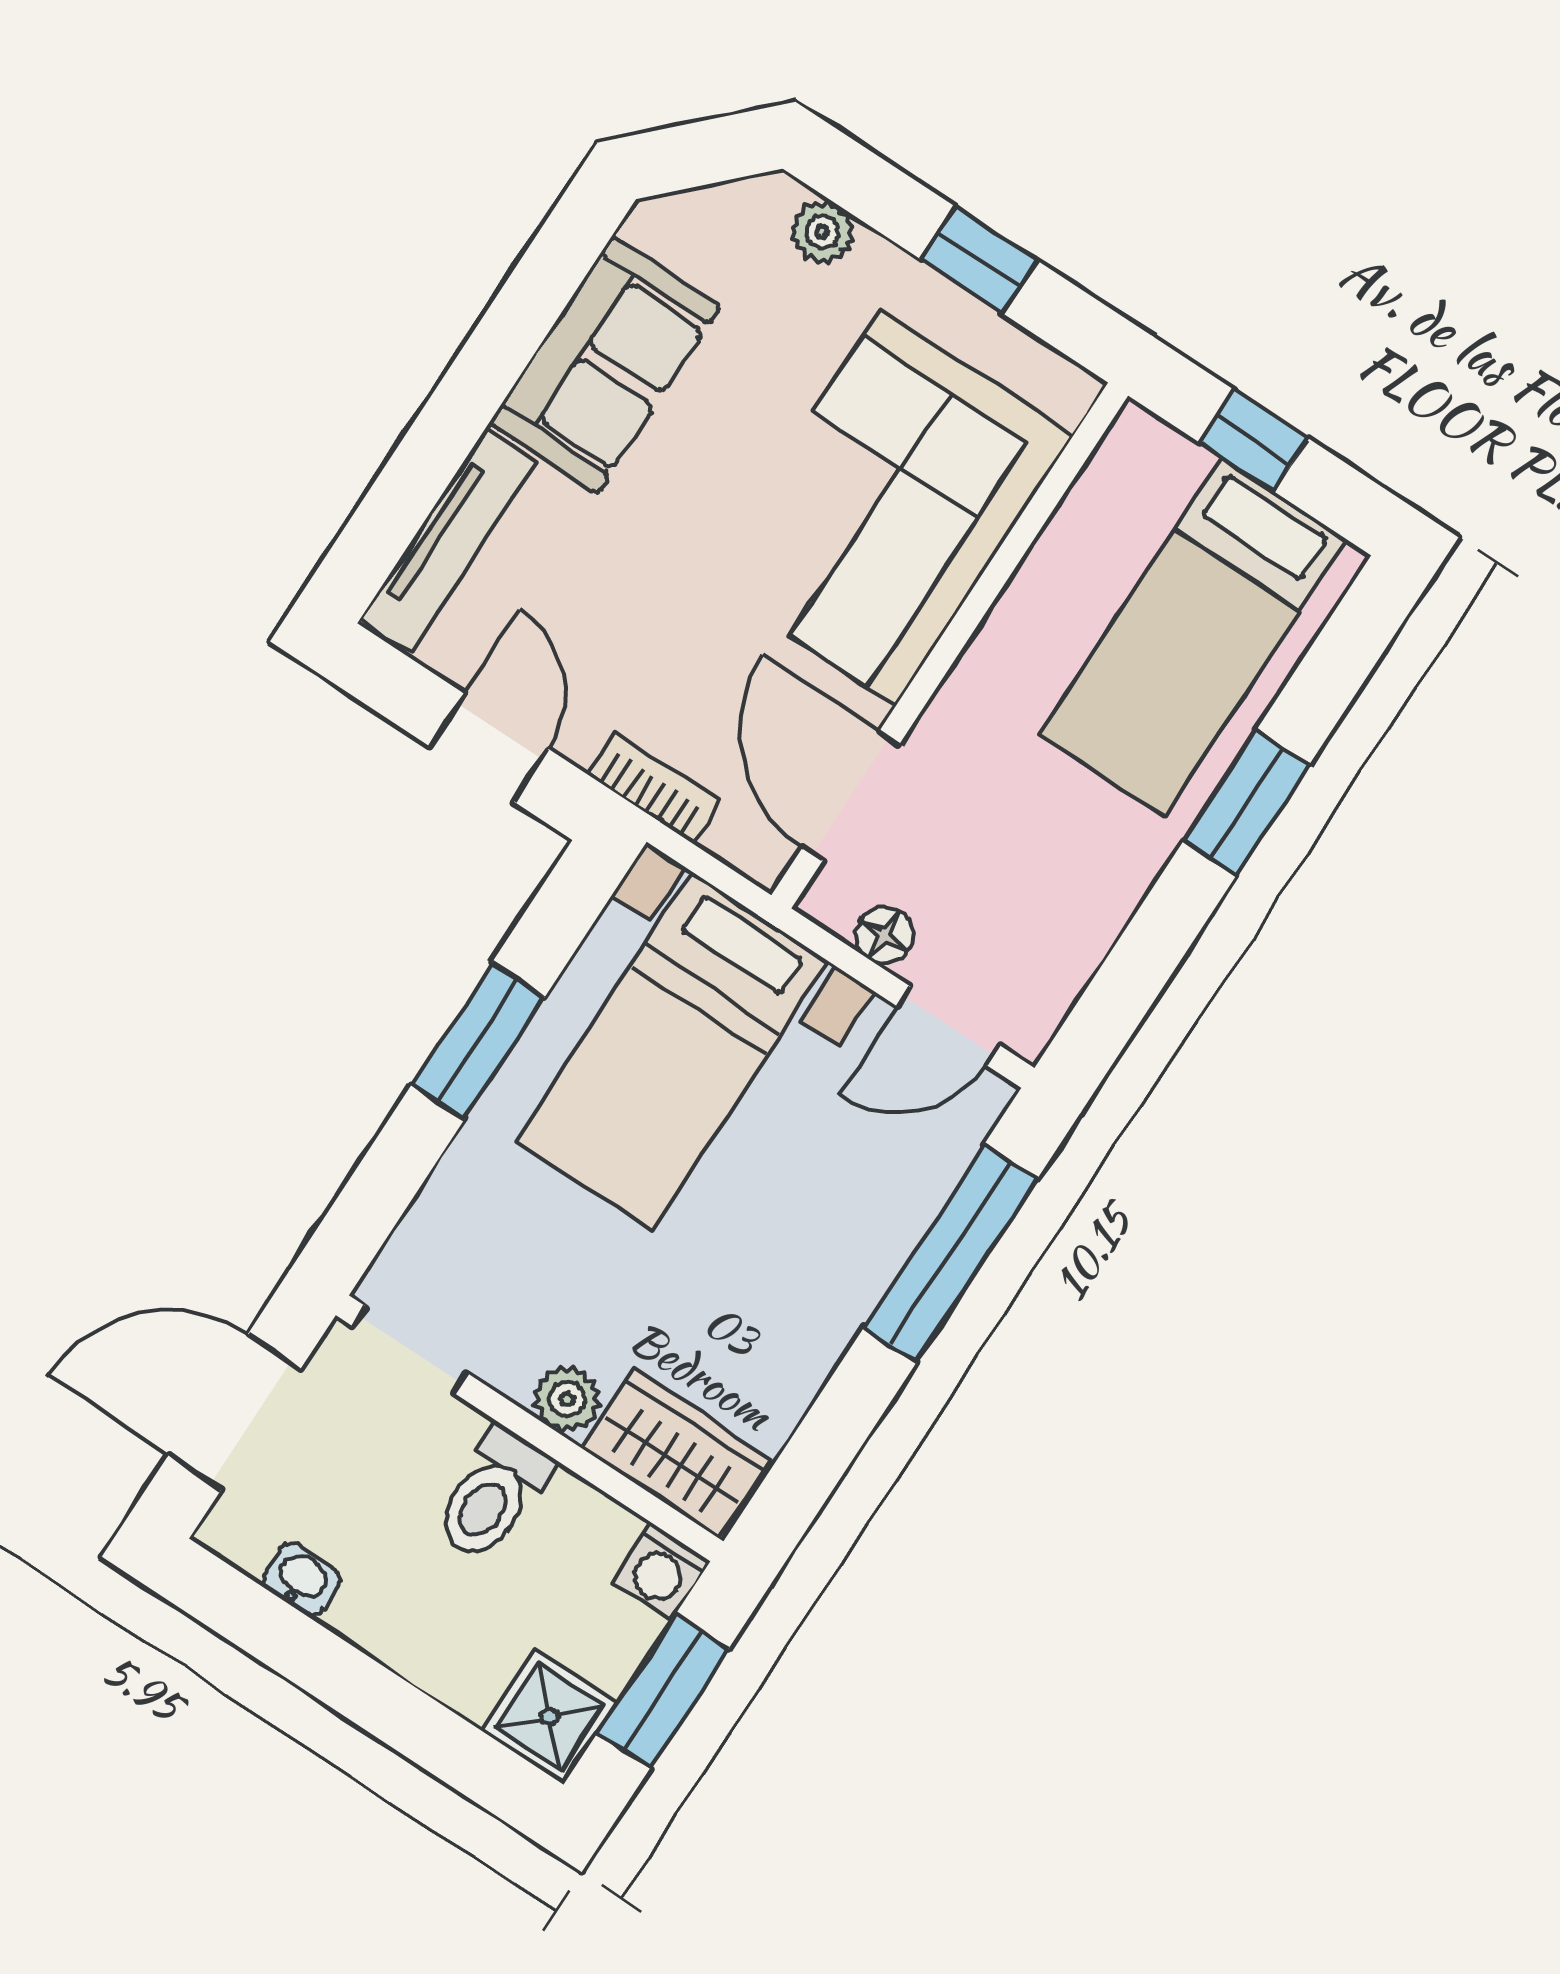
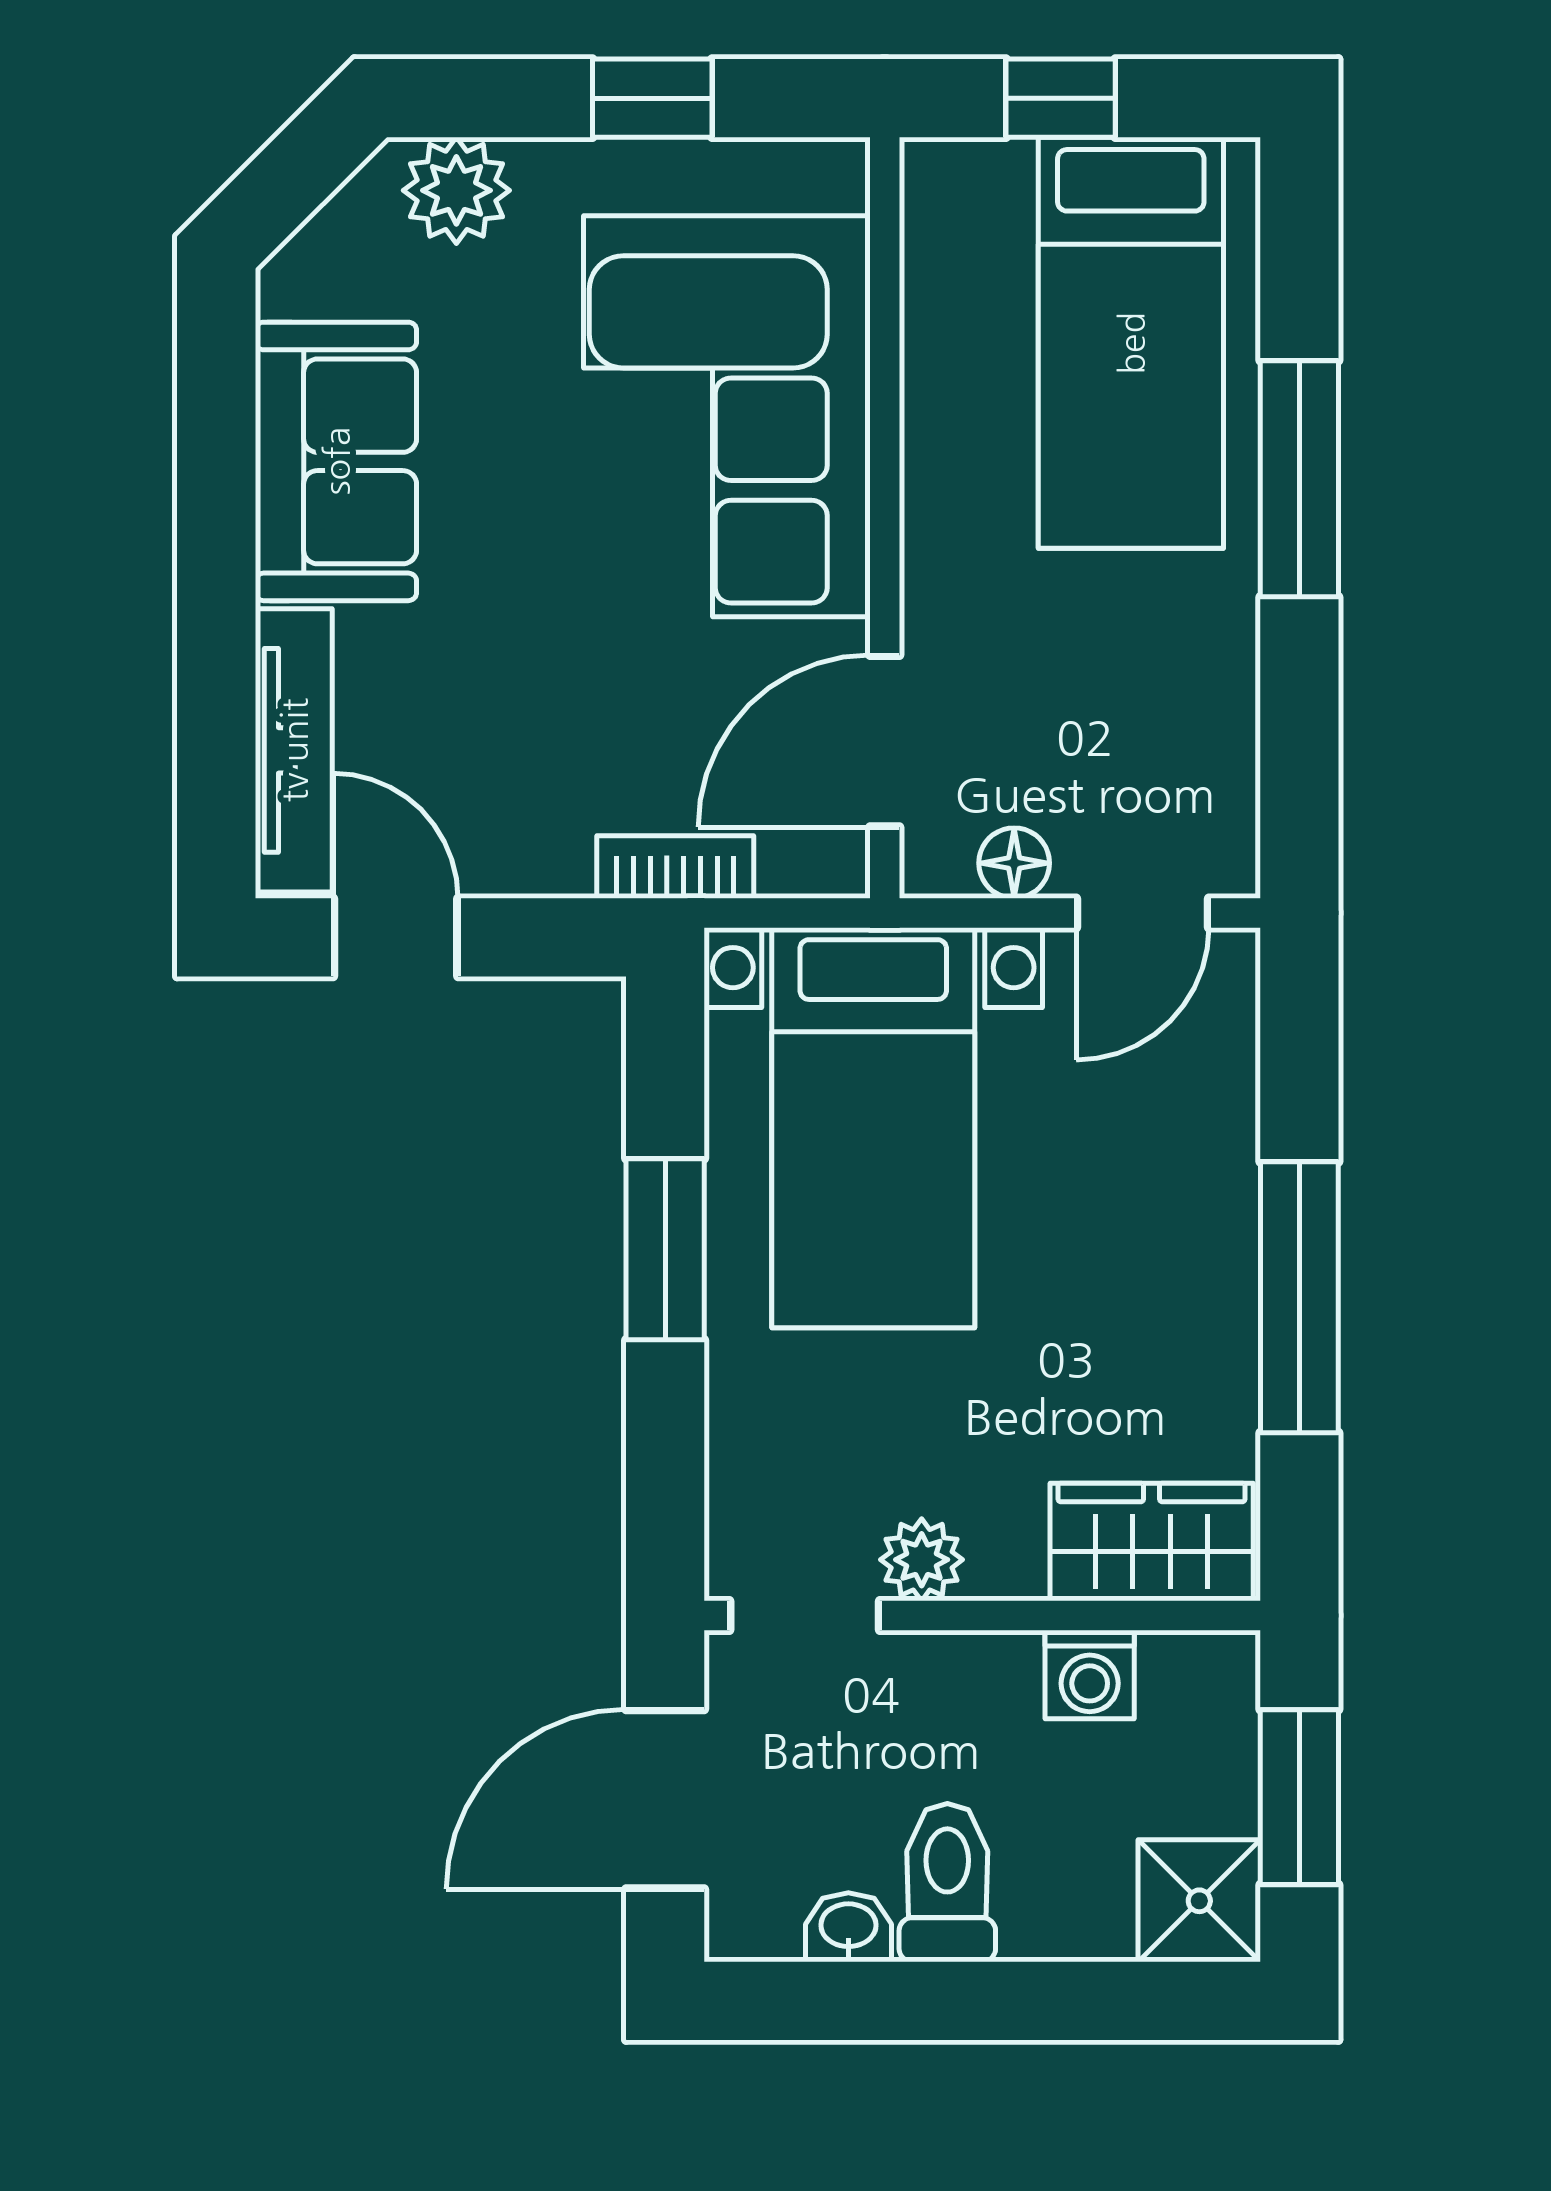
plant: (822, 232) -> (456, 190), width x1.38, depth x1.38
door: (489, 748) -> (396, 937), moved
door: (851, 796) -> (885, 741), hinge flipped
window: (1246, 803) -> (1299, 479), width x1.44
window: (951, 1253) -> (1299, 1297), moved
plant: (567, 1399) -> (922, 1560), moved
toilet: (493, 1495) -> (947, 1883), moved, turned 180
washing machine: (661, 1572) -> (1090, 1675), moved

